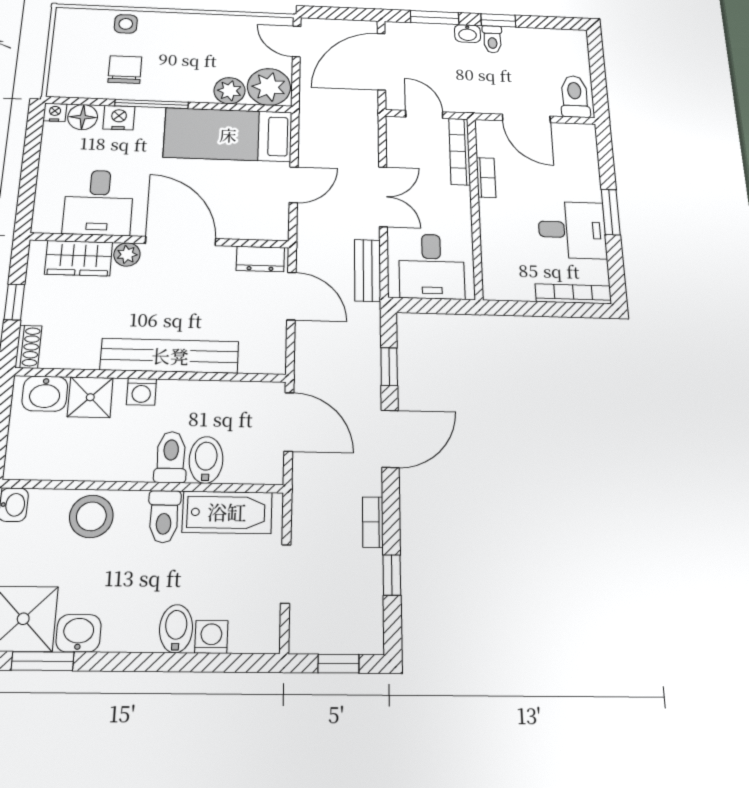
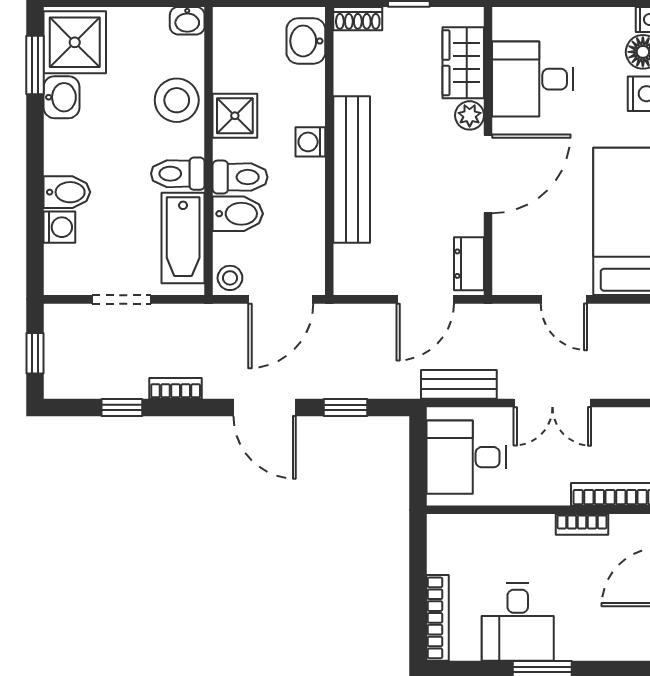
shower: (90, 397) -> (235, 116), moved
stool: (267, 468) -> (230, 278), added

